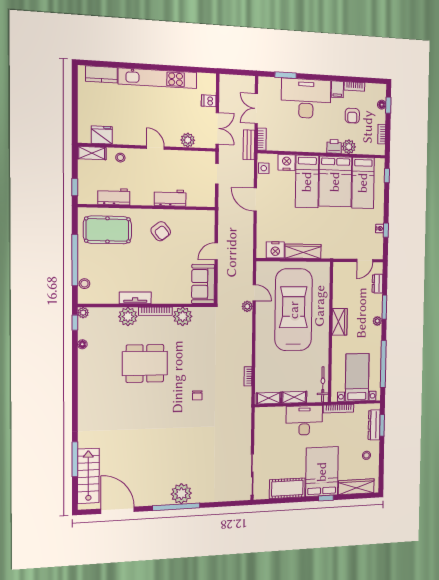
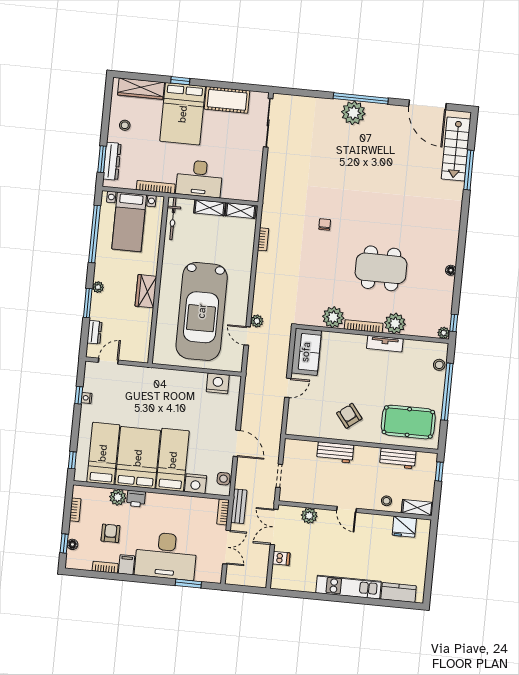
kitchen unit: (158, 78) -> (348, 587), width x0.73
wardrobe: (303, 251) -> (184, 379), removed
floor lamp: (82, 344) -> (451, 270), moved

